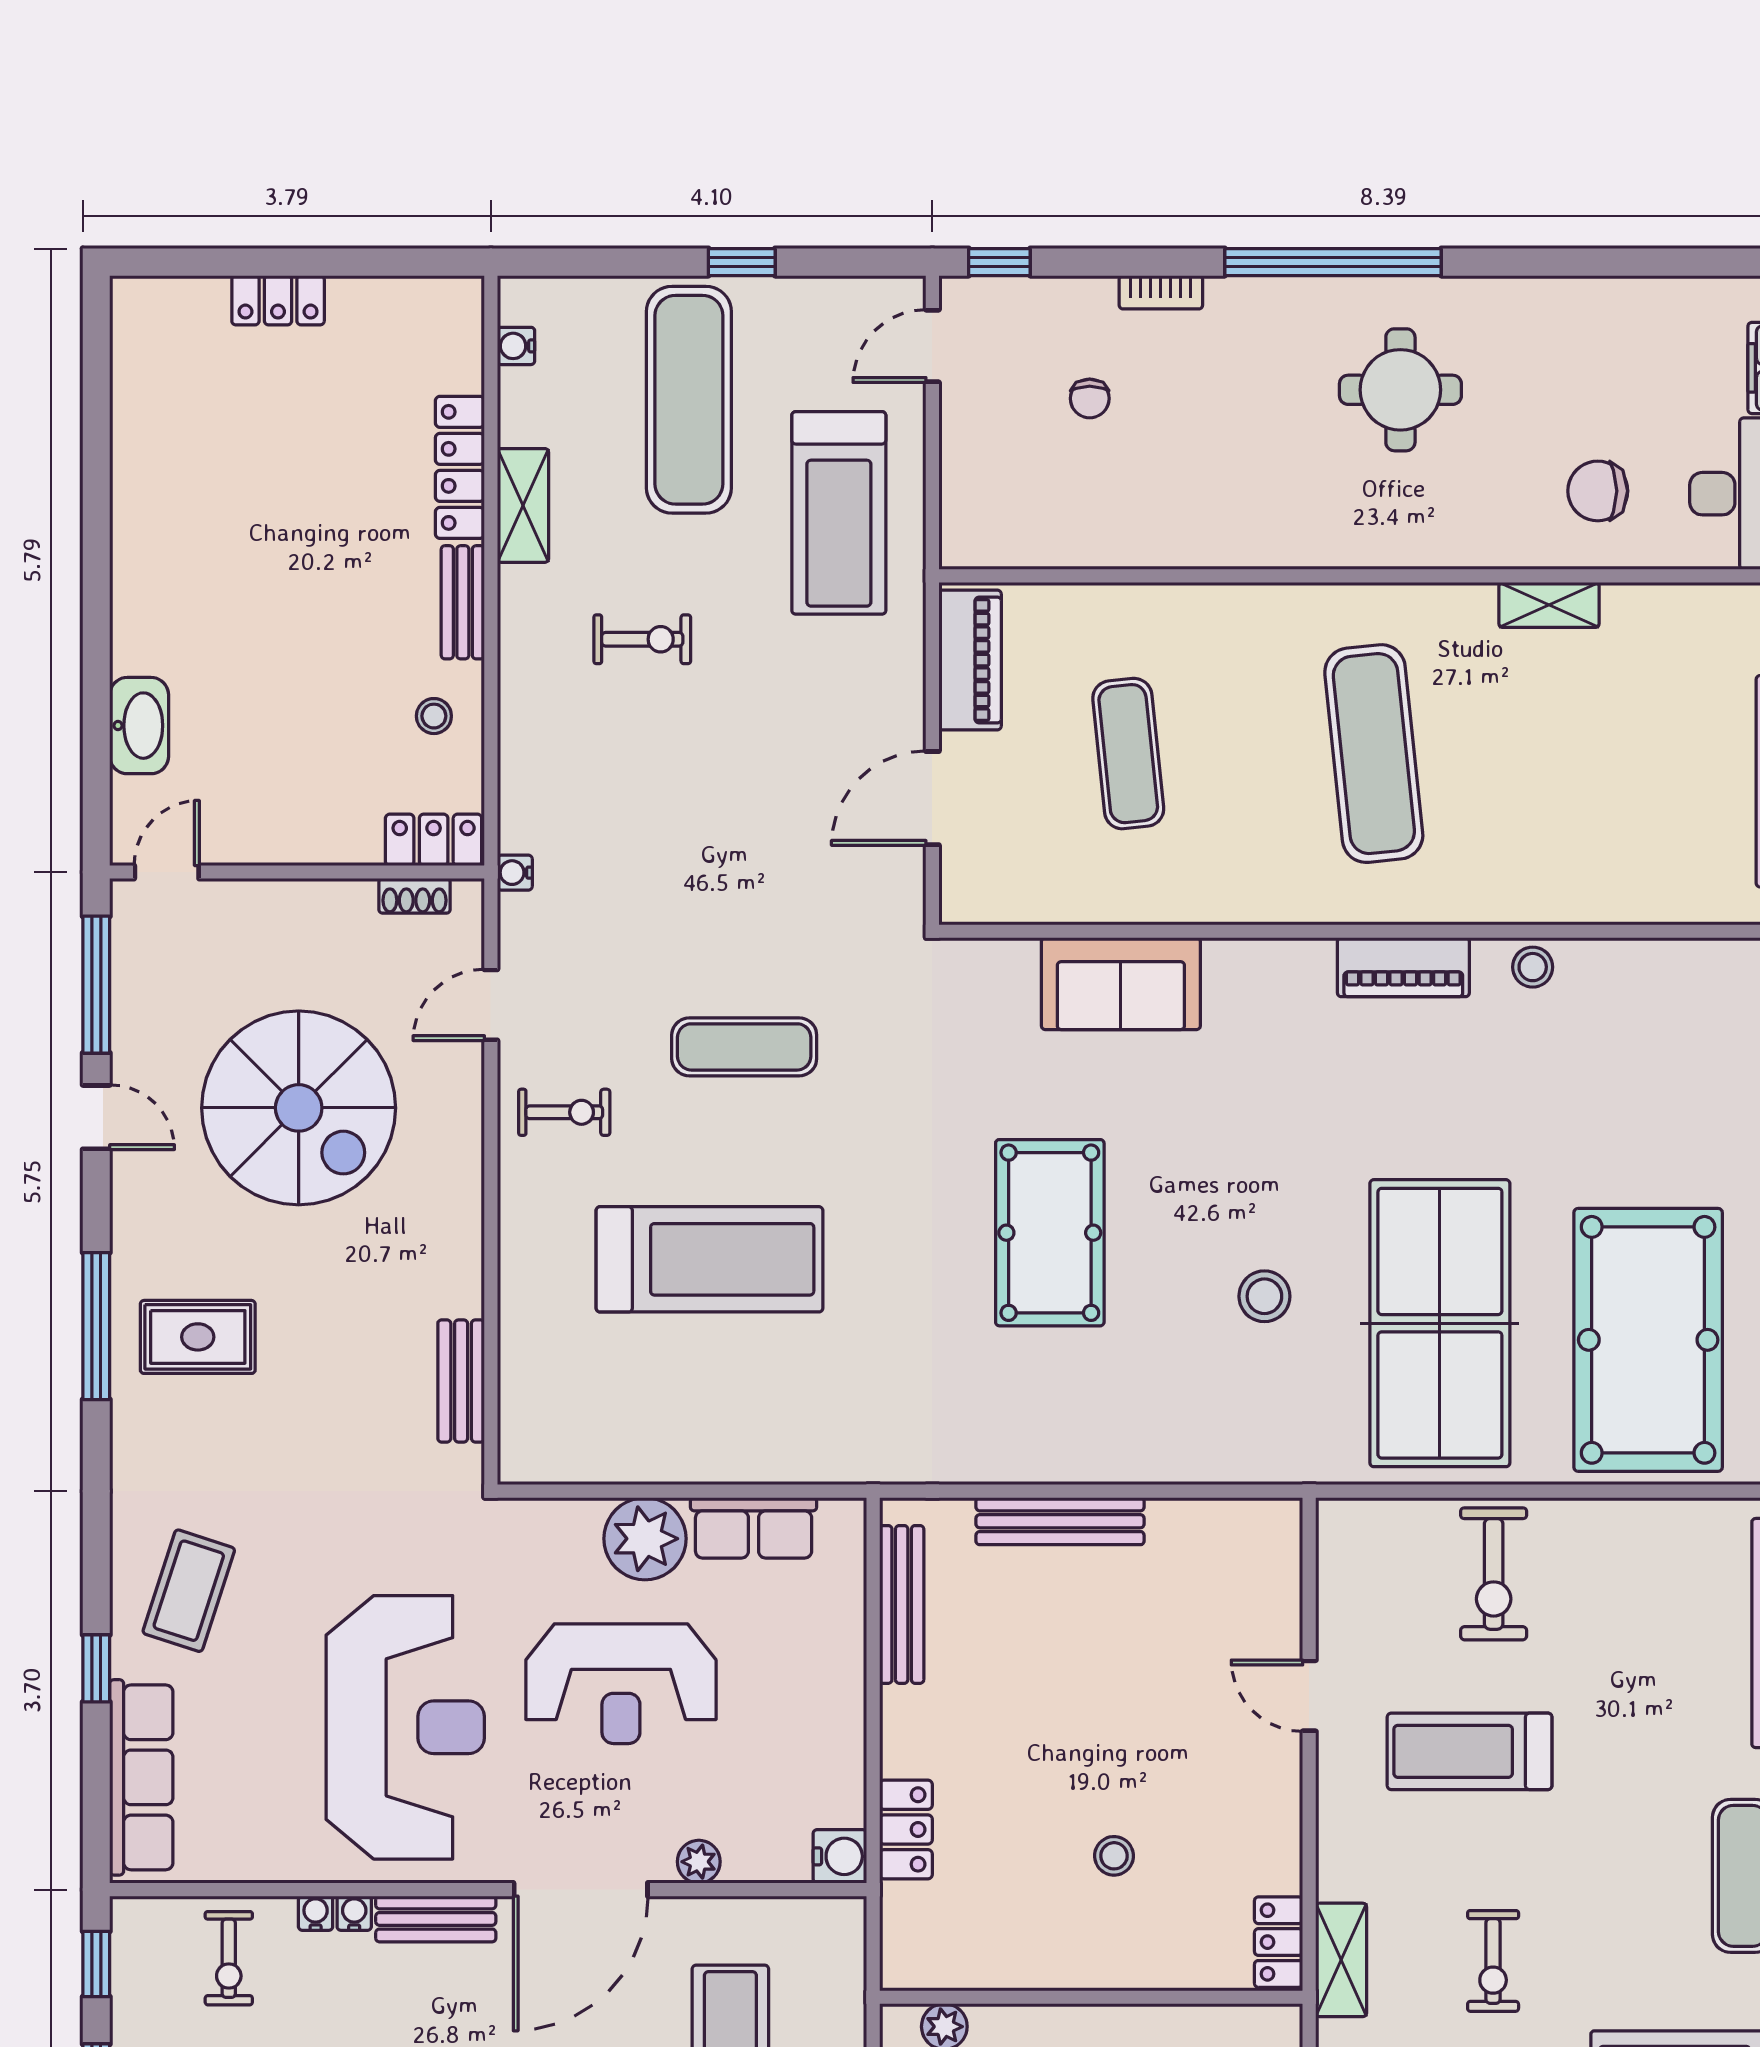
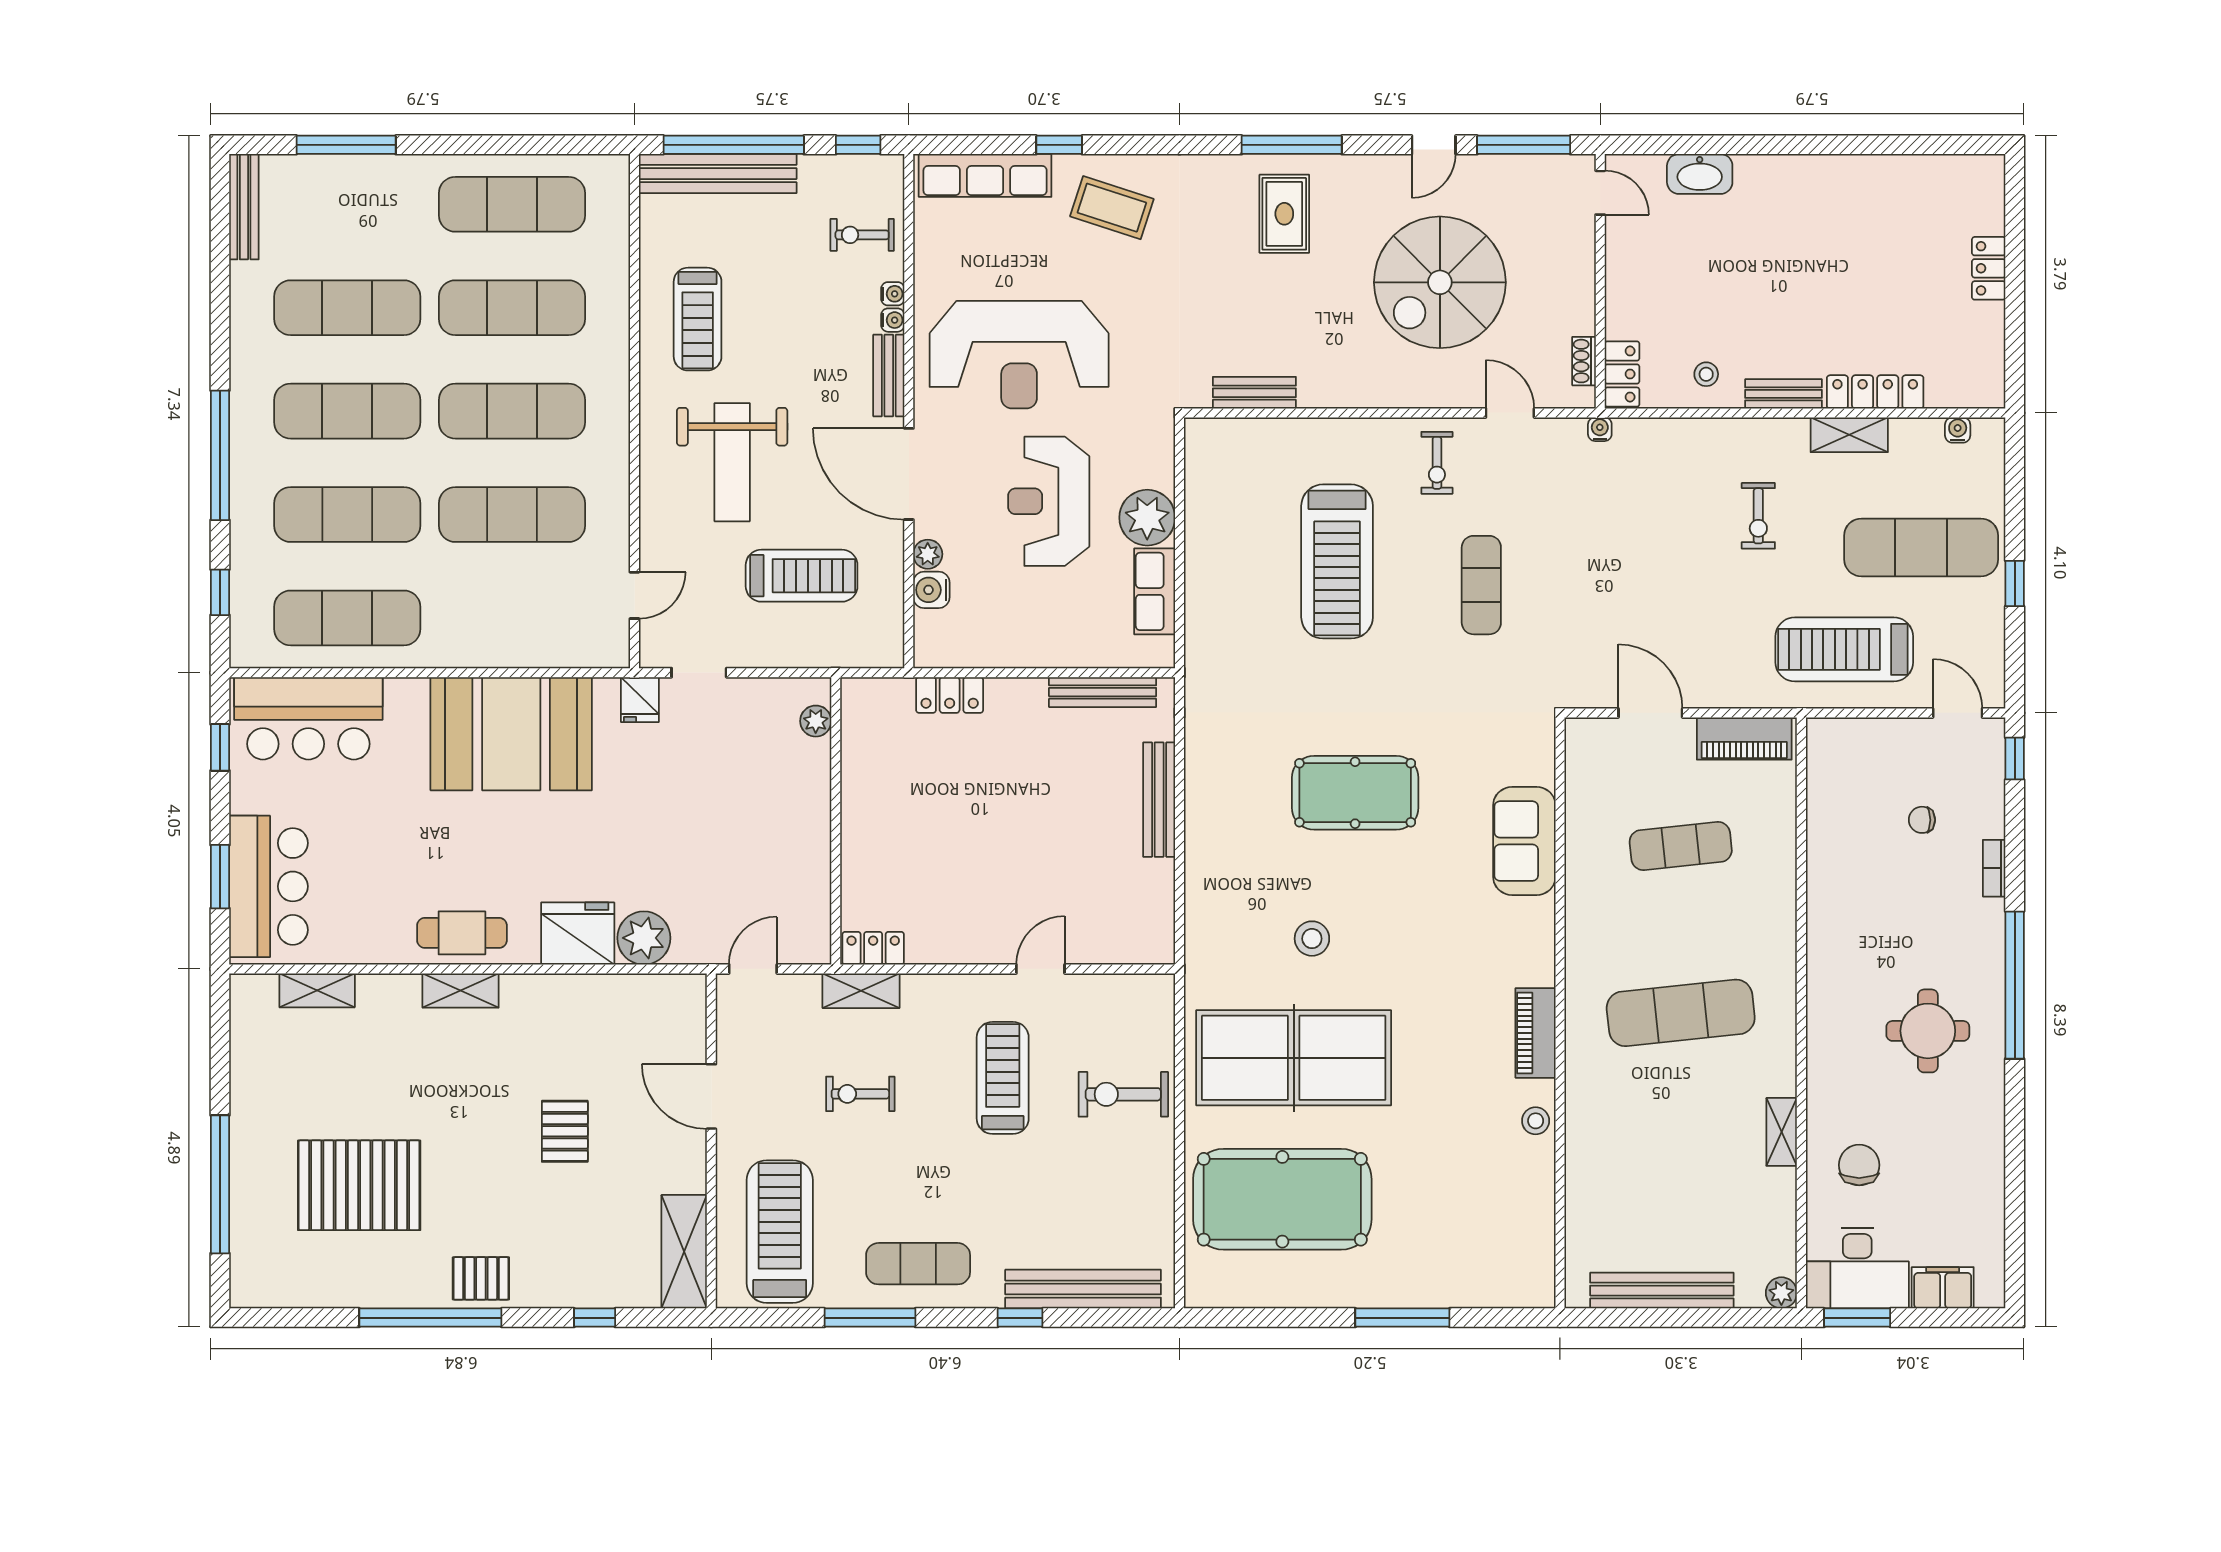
water cooler: (840, 1856) -> (931, 590), moved, turned 90
stool: (1114, 1856) -> (932, 836), removed

